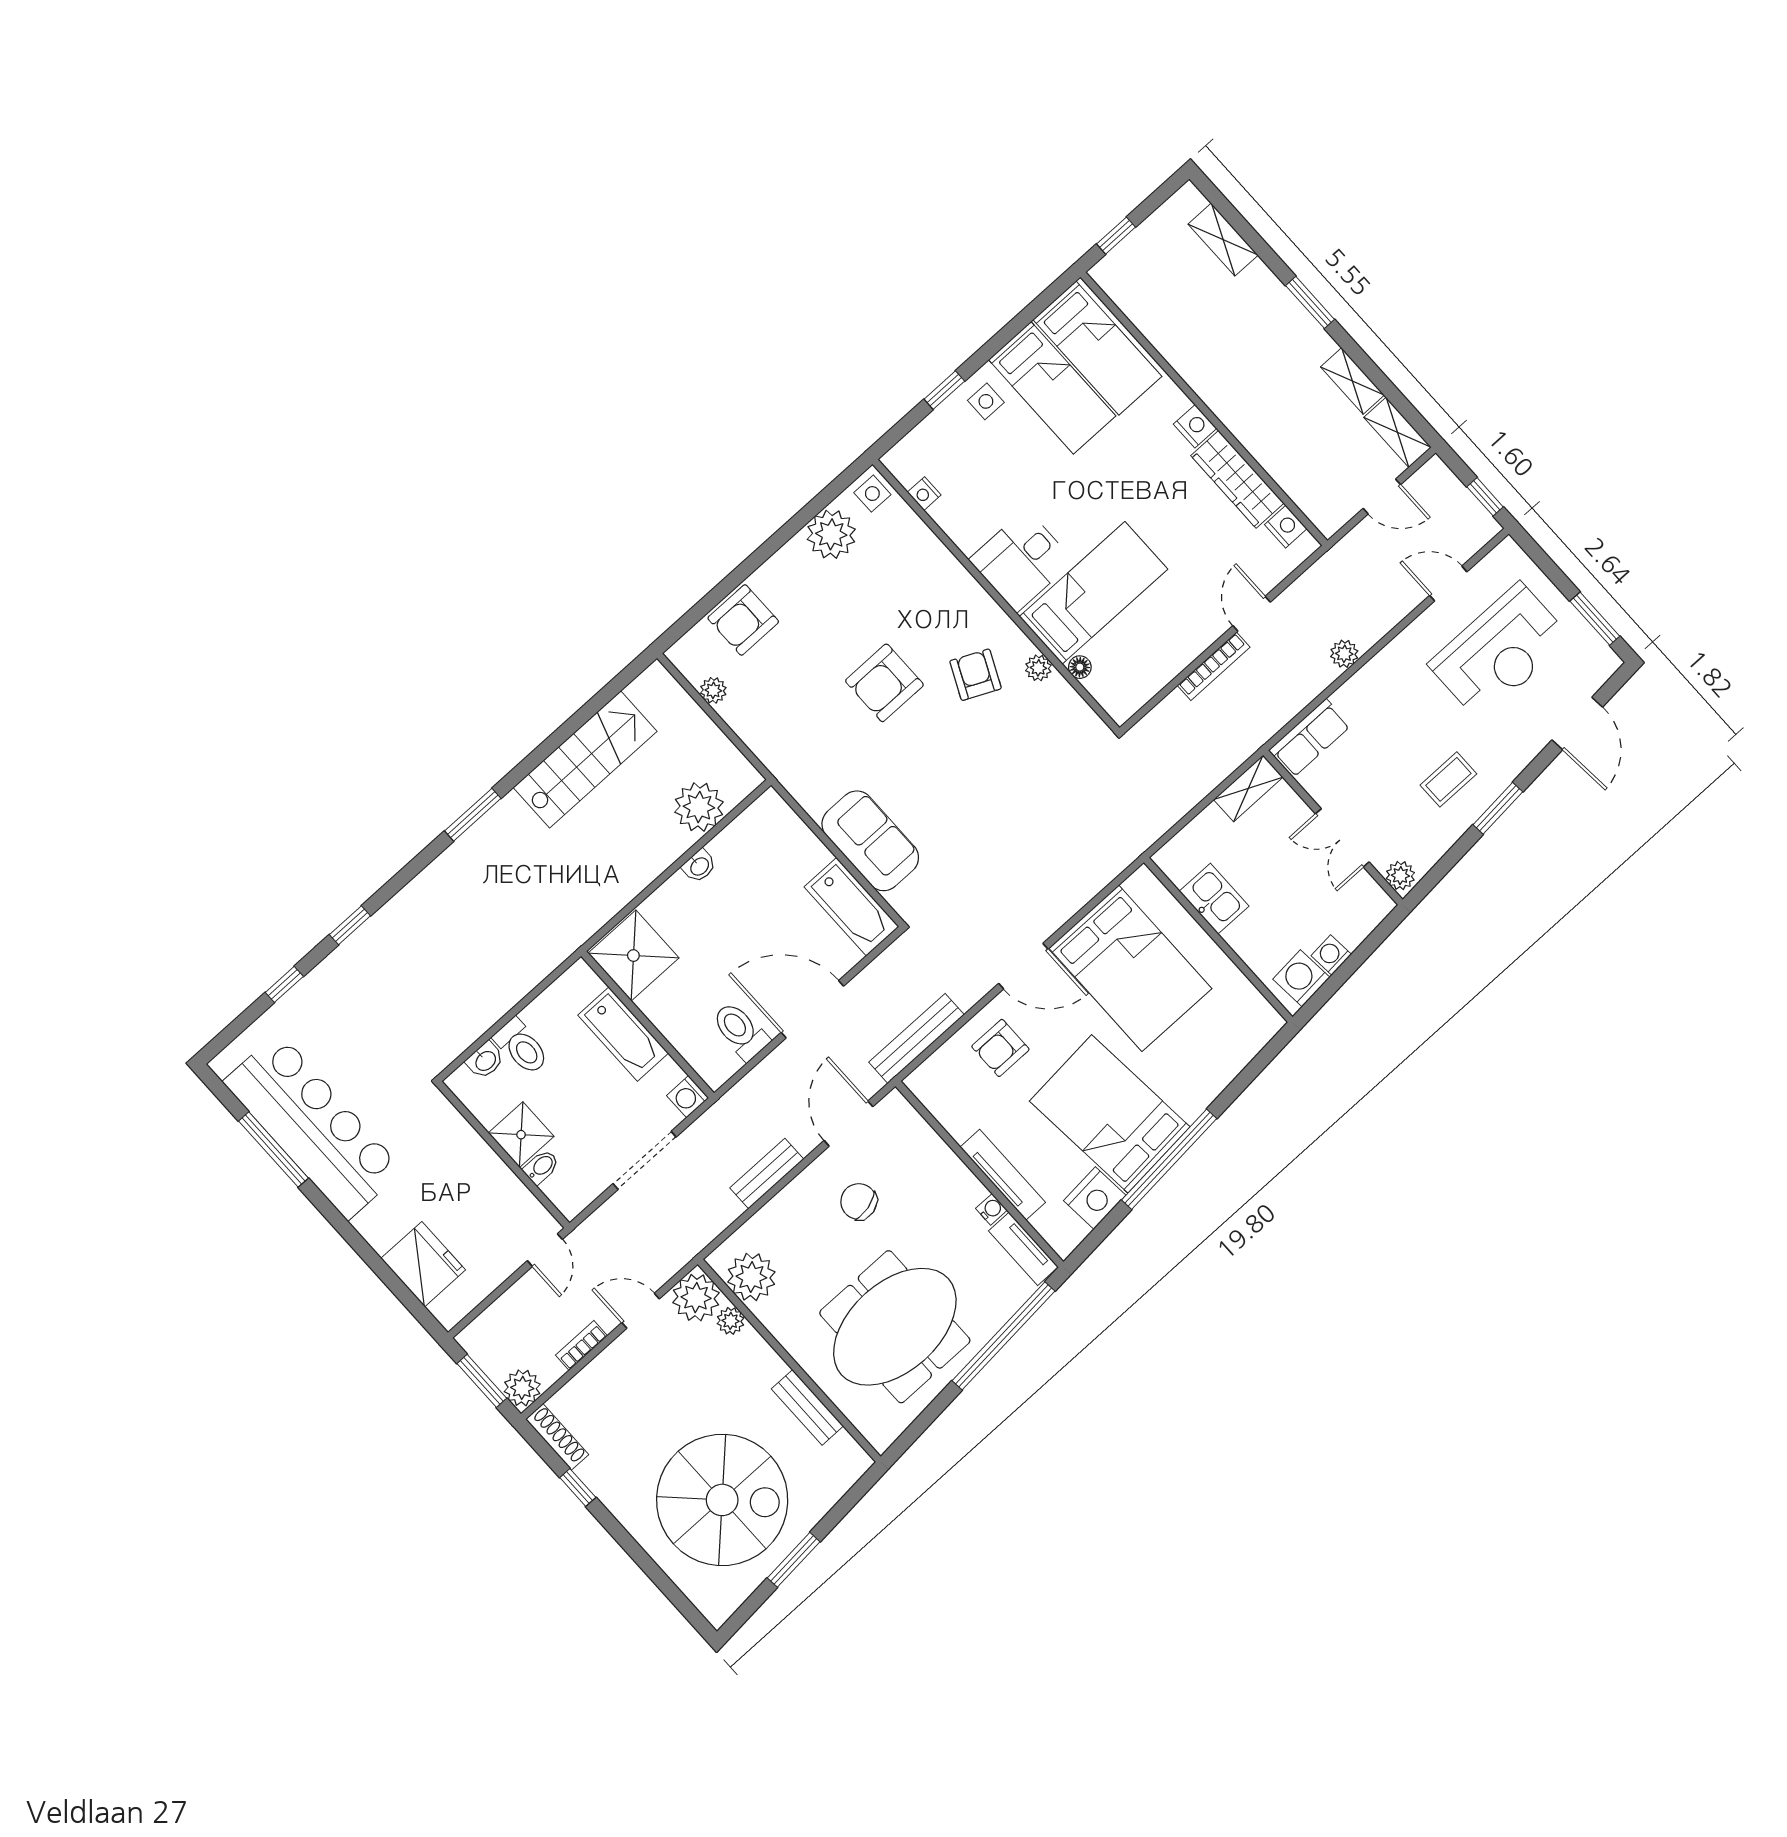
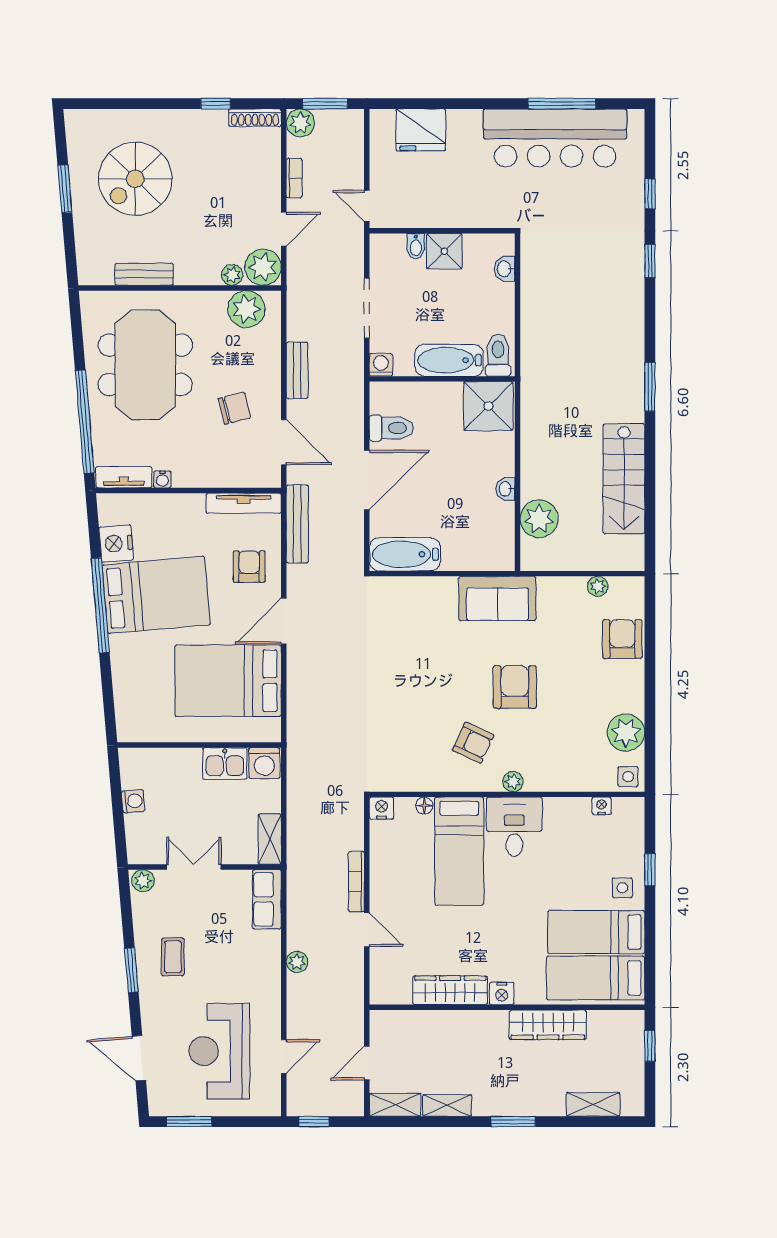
wardrobe: (1185, 354) -> (548, 1025), added
nightstand: (1286, 527) -> (382, 808), moved, turned 180
plant: (1038, 668) -> (513, 782), moved
sofa: (870, 841) -> (497, 598), moved
washing machine: (1301, 978) -> (264, 763), moved, turned 95
toilet: (522, 1047) -> (498, 355), moved, turned 90
tv unit: (1003, 1175) -> (244, 503), moved
spiral stairs: (722, 1500) -> (135, 179), width x0.73, depth x0.73

